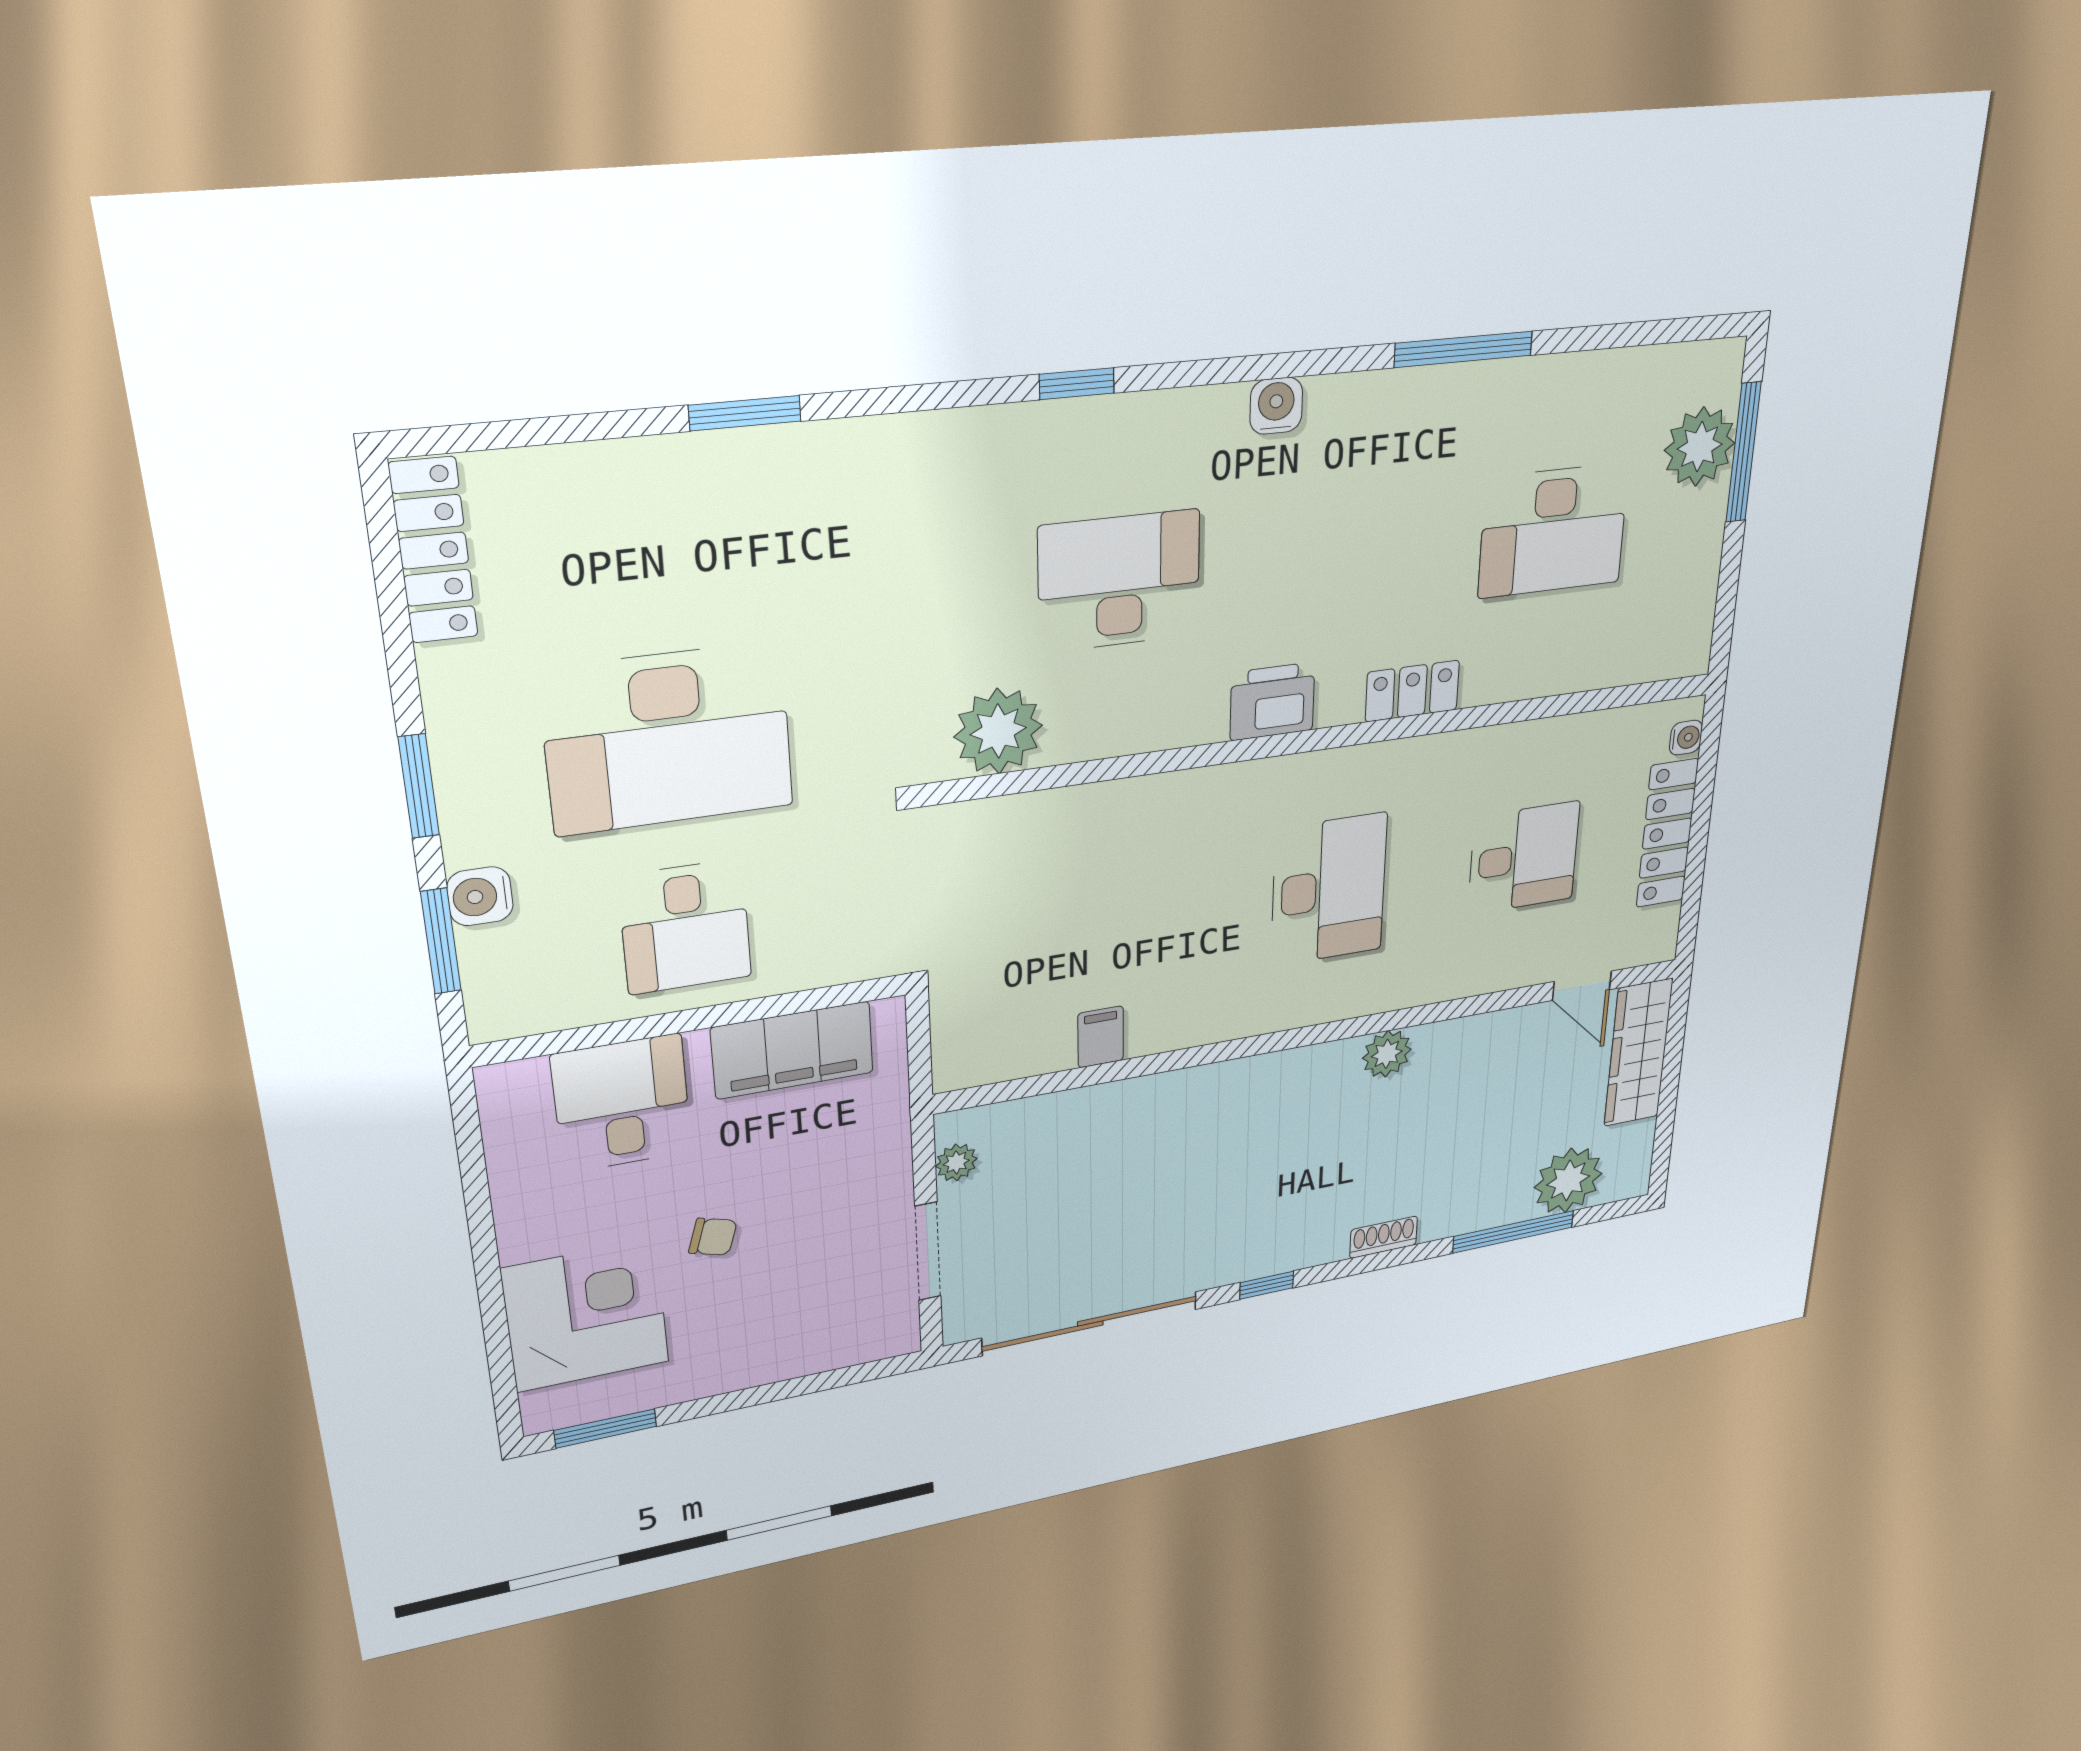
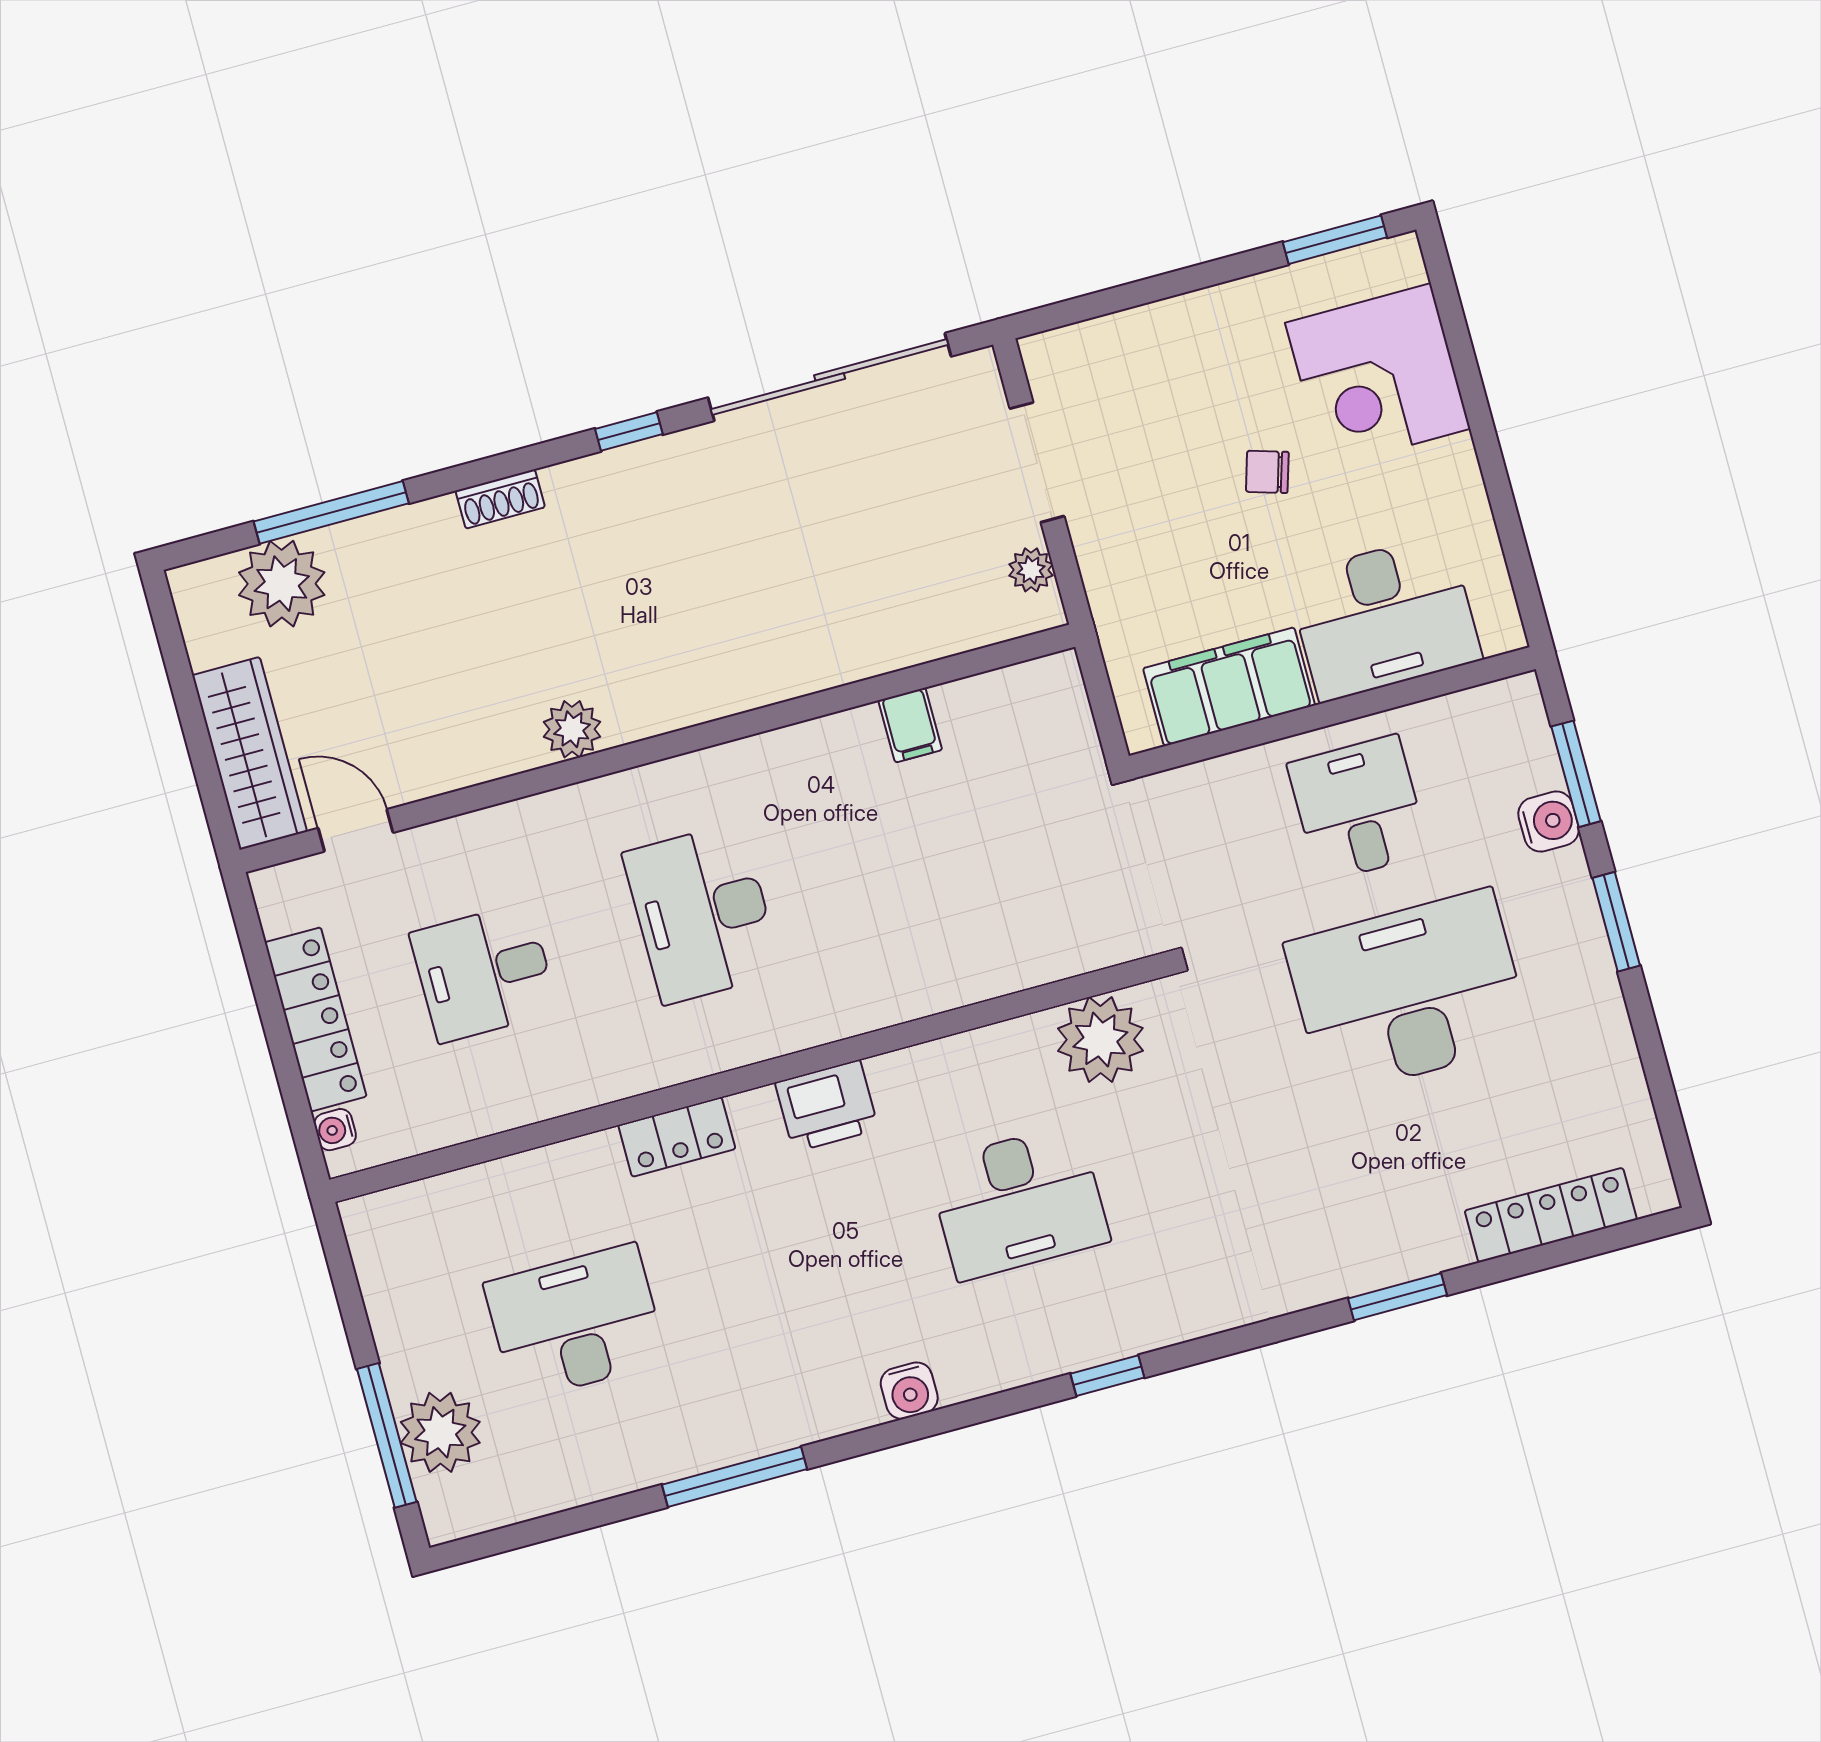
locker: (434, 551) -> (1551, 1215), moved, turned 90
desk: (622, 1104) -> (1384, 617), width x1.37

